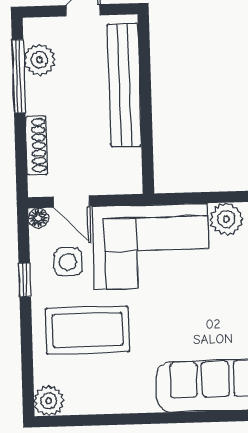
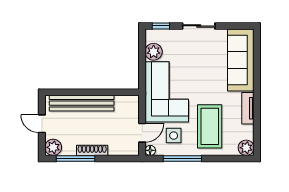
plant: (40, 60) -> (53, 147), moved
shoe rack: (36, 145) -> (92, 150), moved
window: (25, 280) -> (182, 159), width x2.17
tv unit: (124, 402) -> (248, 108), added

